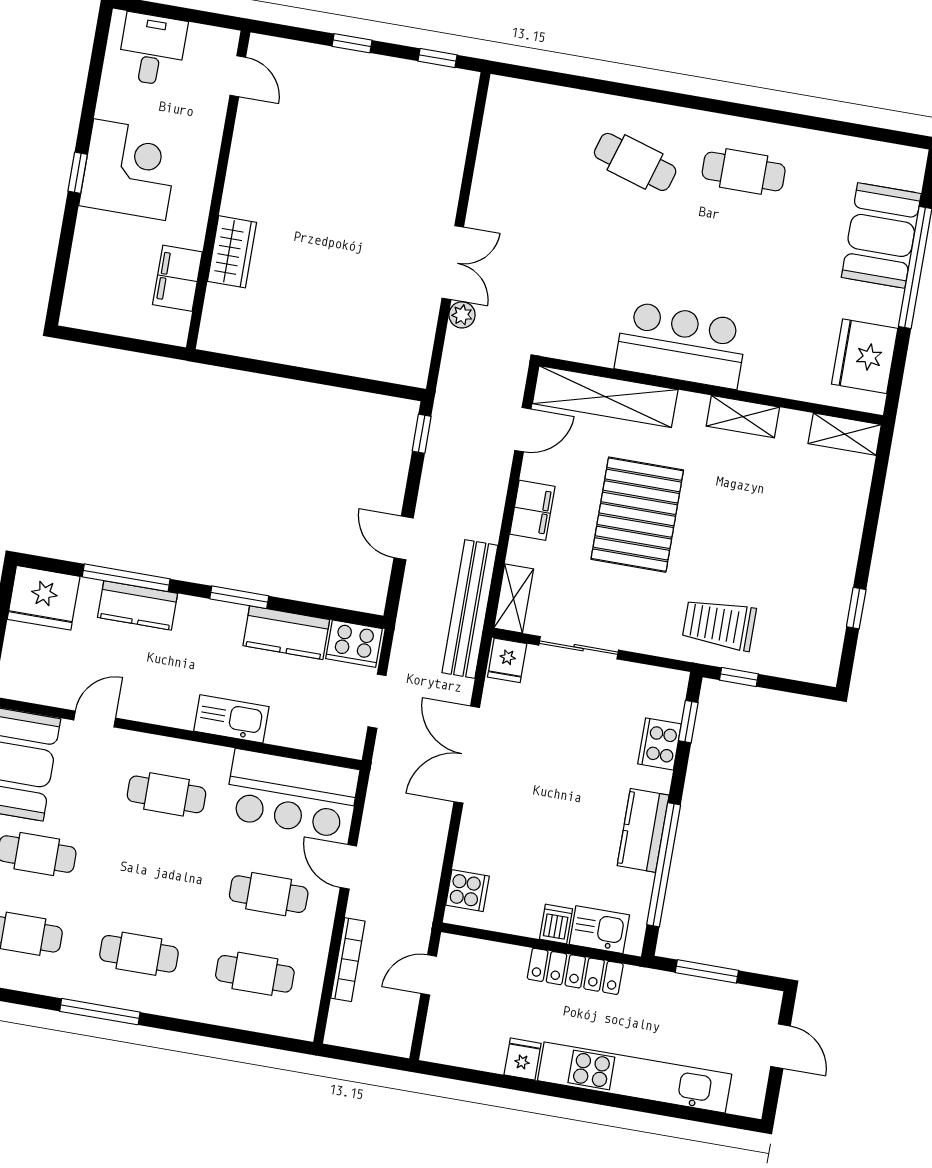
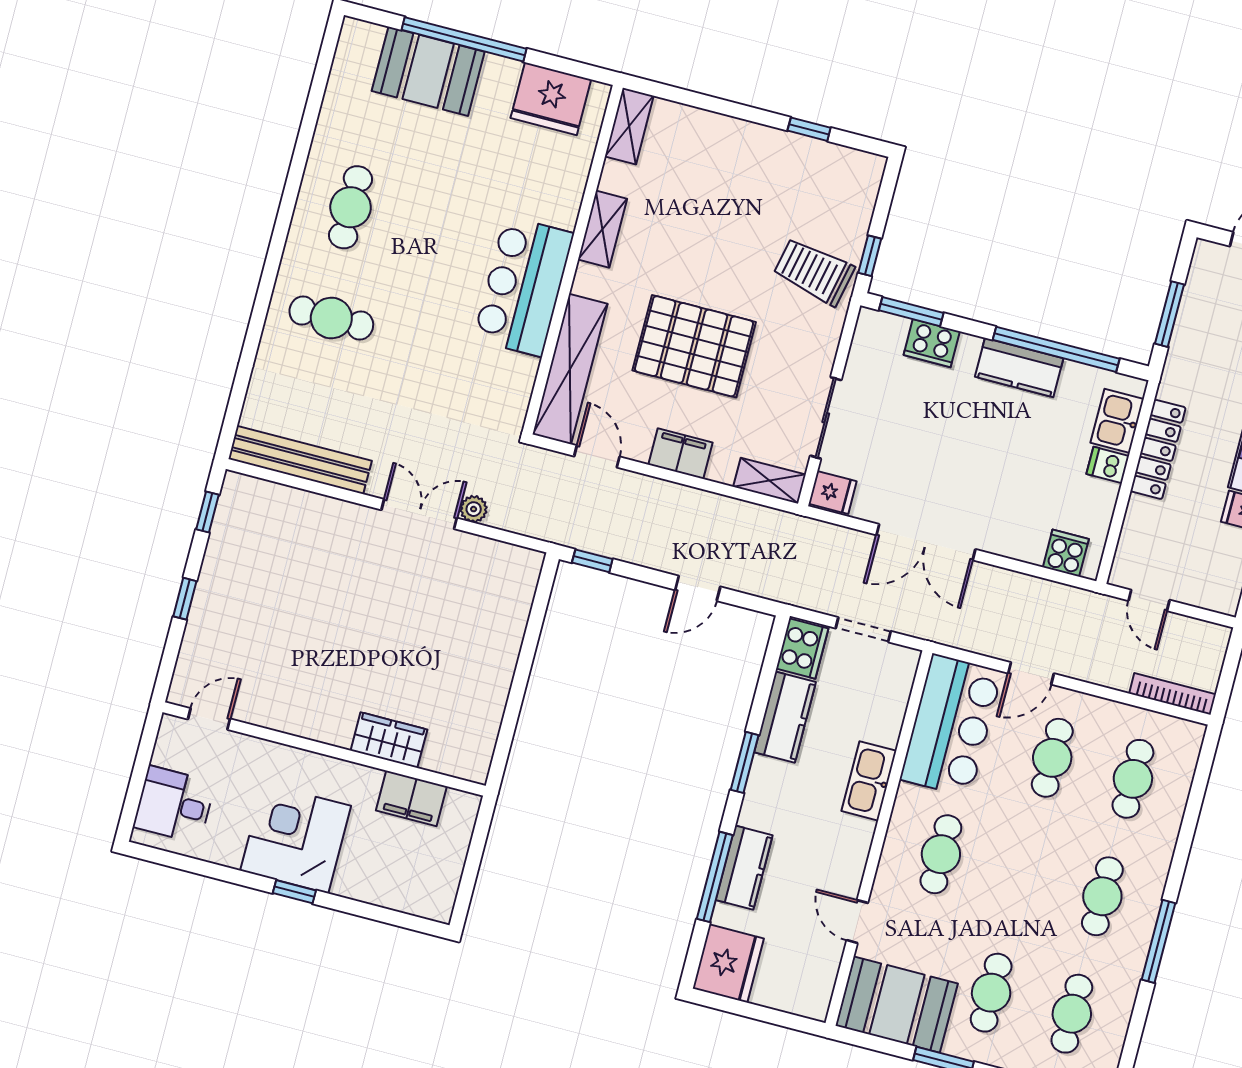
cafe table: (635, 162) -> (331, 318), turned 73
bench: (470, 609) -> (300, 460), moved
trolley: (719, 624) -> (814, 271), turned 102
window: (688, 722) -> (911, 312), width x1.50
bookcase: (348, 960) -> (1172, 694), moved

